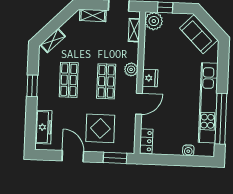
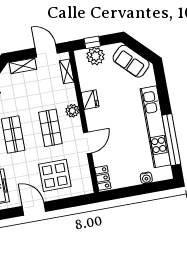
plant: (154, 21) -> (95, 56), moved
fridge: (150, 78) -> (90, 100), moved
window: (115, 158) -> (76, 201), removed

